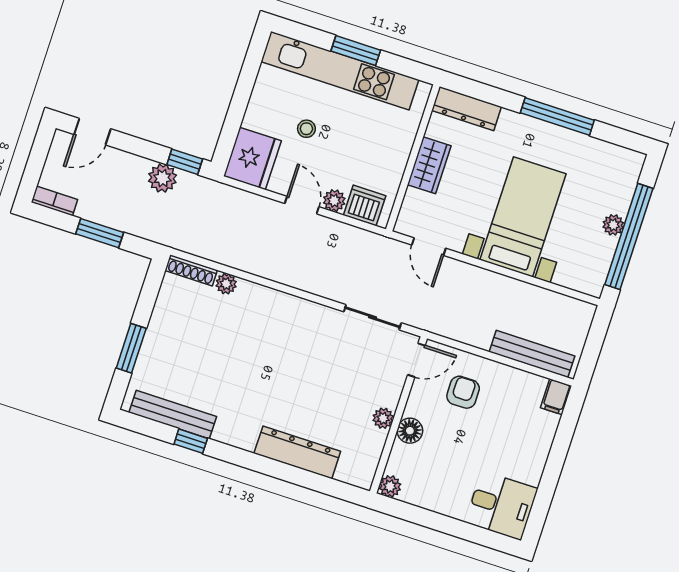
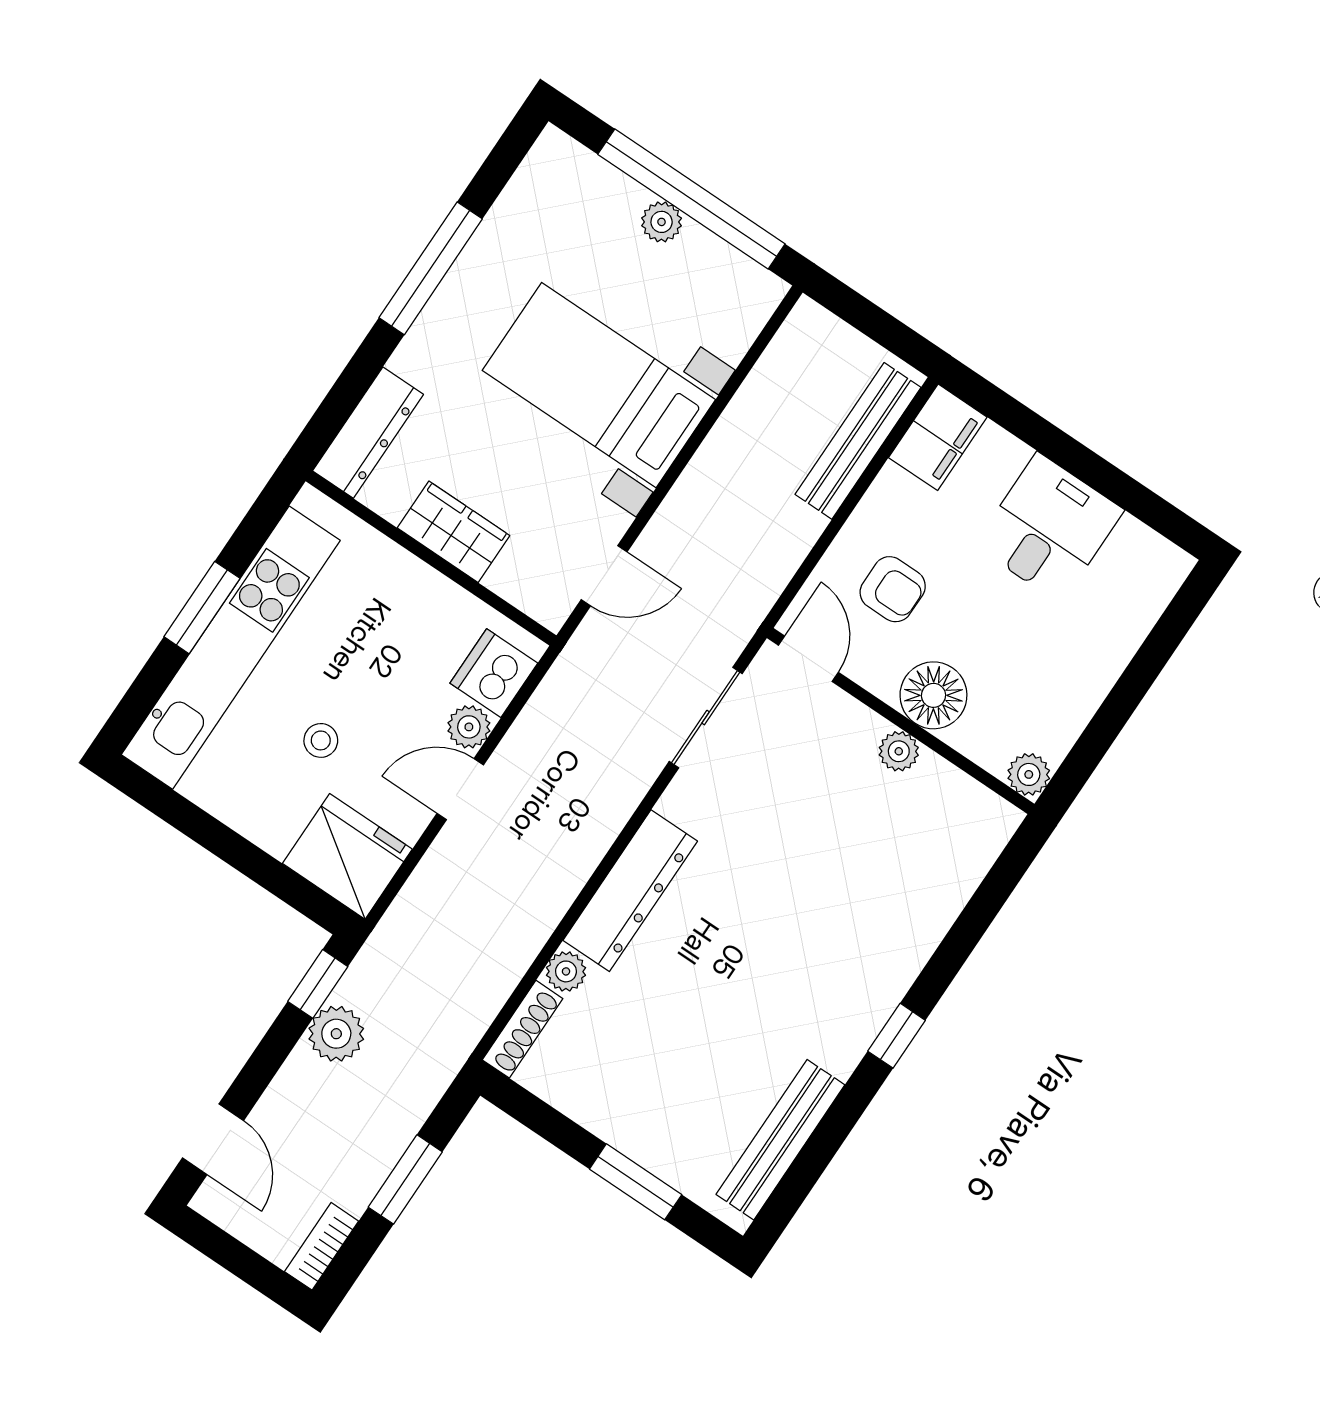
armchair: (463, 392) -> (893, 589), turned 180
filing cabinet: (556, 397) -> (938, 437), width x2.00
floor lamp: (410, 431) -> (933, 695), width x1.38, depth x1.38
window: (191, 441) -> (897, 1036), moved
dresser: (297, 452) -> (630, 891), moved, turned 180
desk: (501, 505) -> (1049, 528), moved

